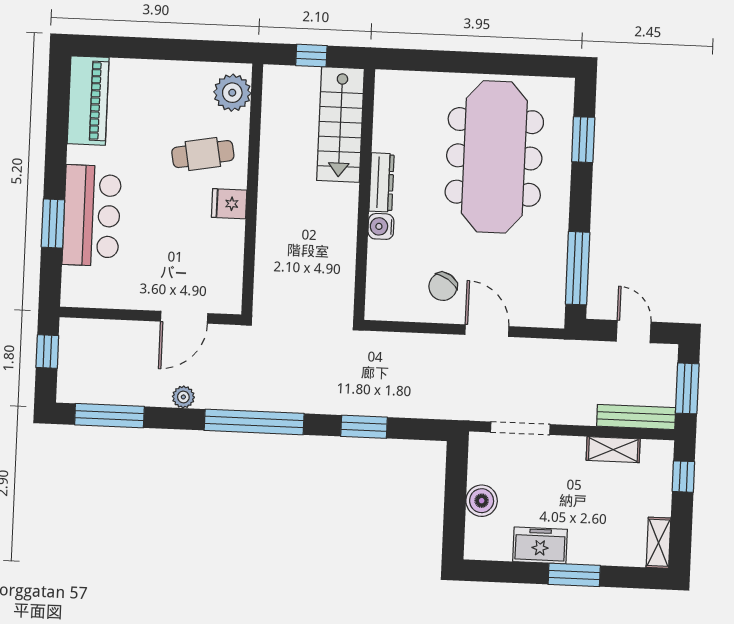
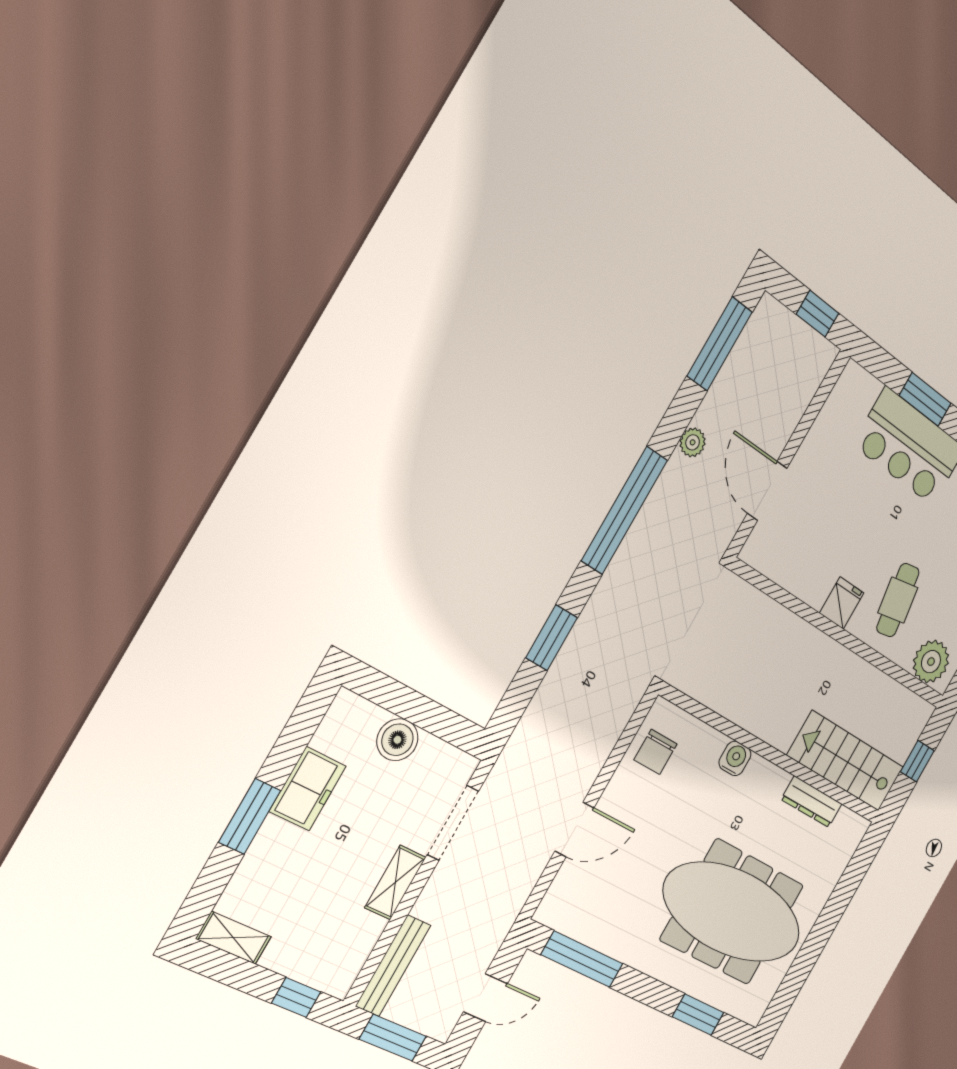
dresser: (382, 182) -> (812, 802), moved
chair: (443, 286) -> (656, 752), moved, turned -124
shelving: (613, 450) -> (395, 882), moved

